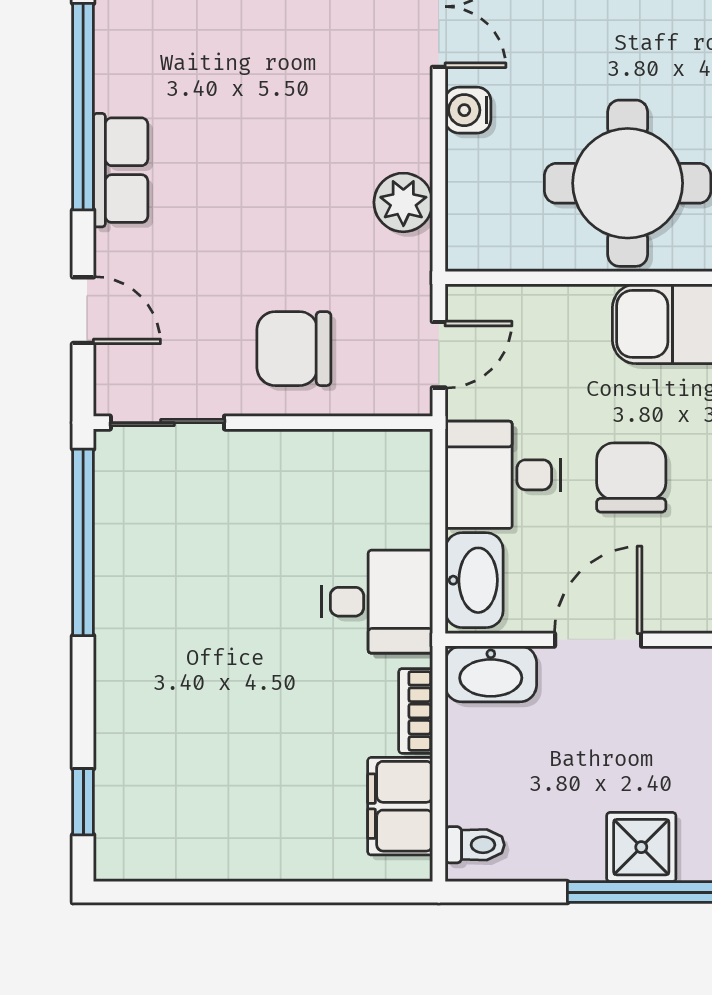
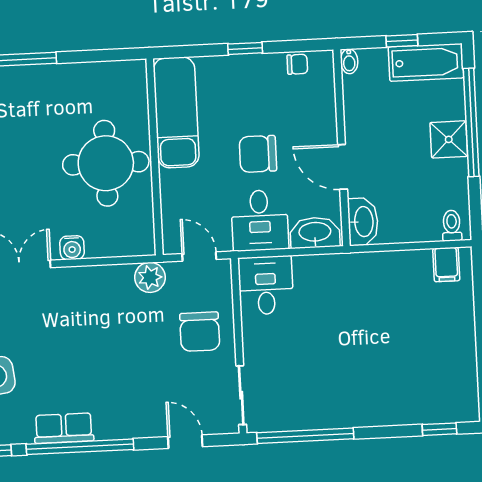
row of seats: (121, 170) -> (64, 428), moved
plant: (403, 202) -> (150, 277), moved
door: (83, 310) -> (185, 442), hinge flipped
desk: (377, 602) -> (266, 285), moved
bookcase: (416, 711) -> (384, 260), removed
filing cabinet: (400, 806) -> (446, 265), width x0.50

